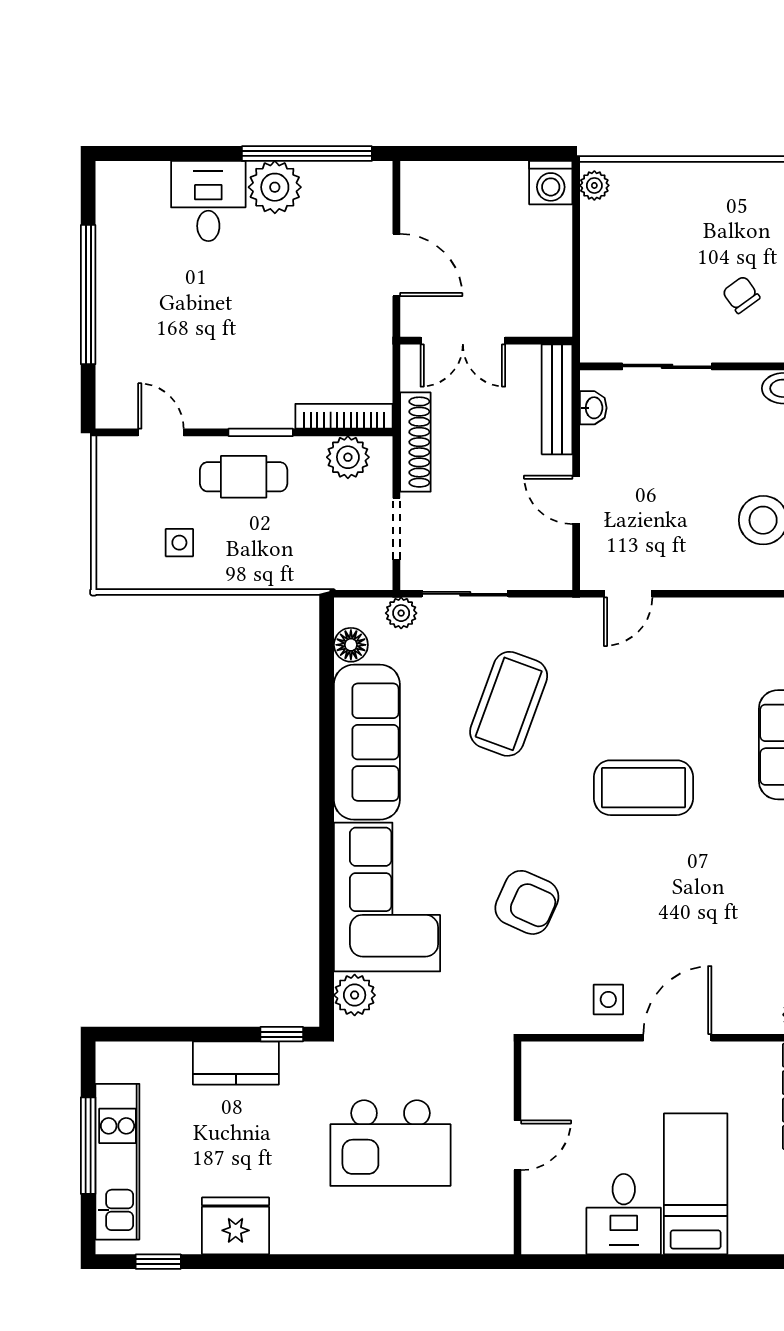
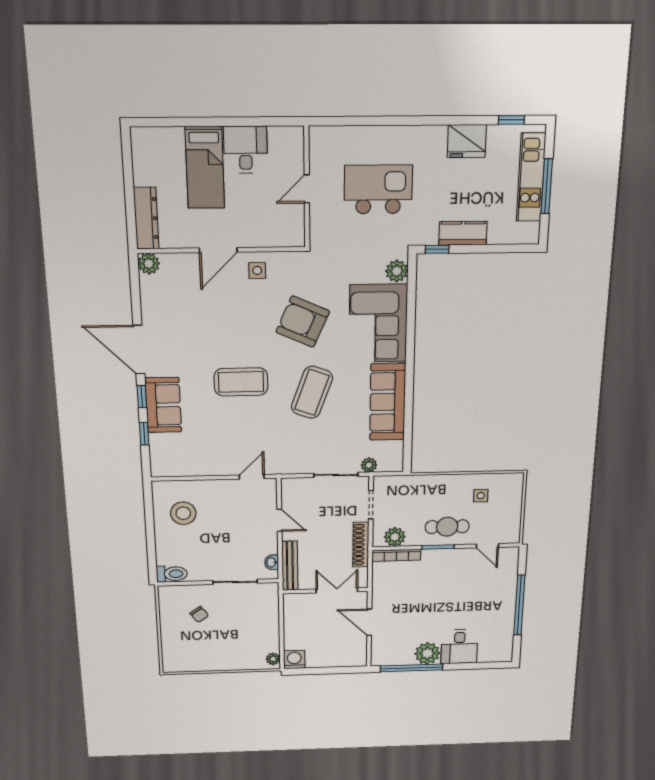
floor lamp: (351, 645) -> (395, 449), removed
coffee table: (509, 704) -> (312, 392), moved
armchair: (527, 902) -> (303, 322), width x1.36, depth x1.36

